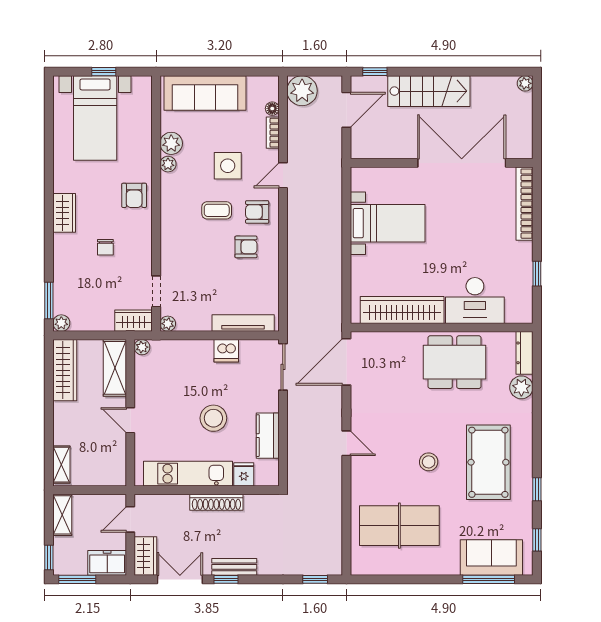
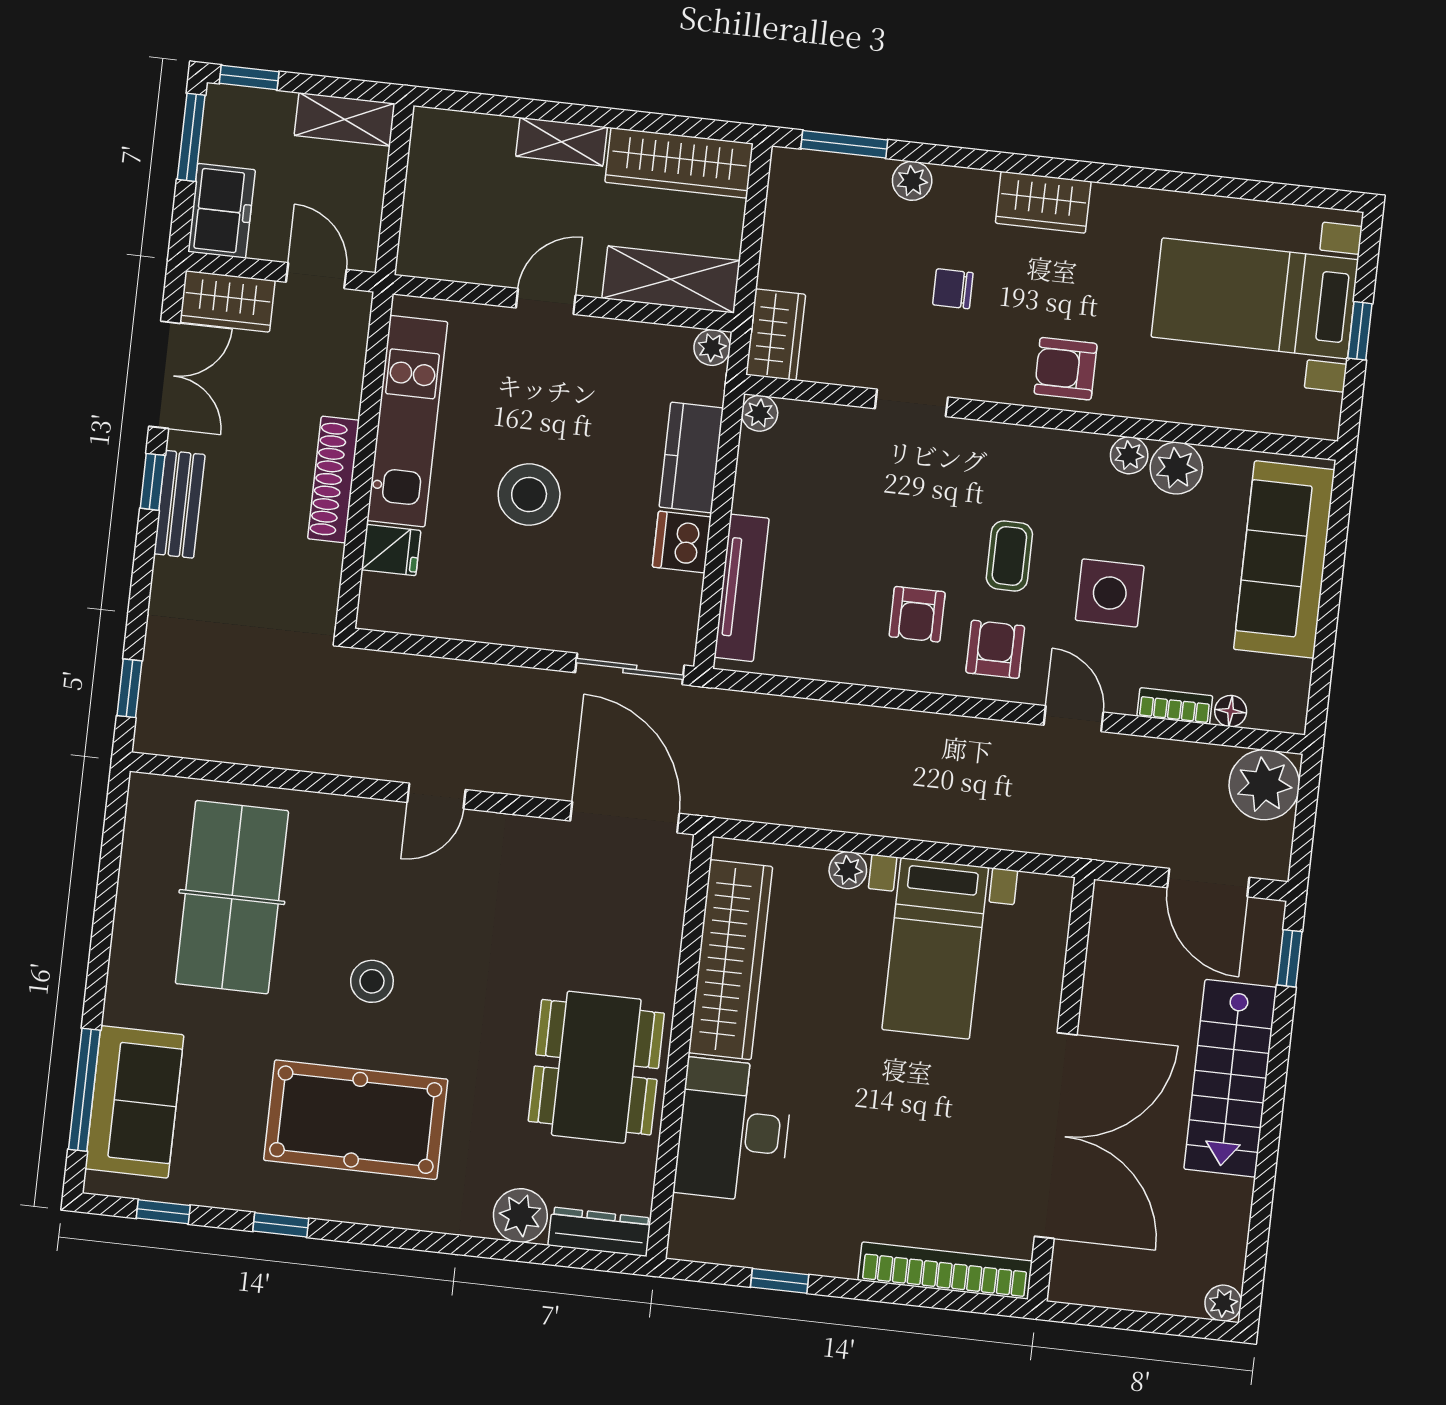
plant: (358, 264) -> (848, 870), added
doorway: (156, 291) -> (911, 403), moved
plant: (61, 323) -> (912, 181), moved
kitchen counter: (268, 436) -> (691, 457), moved, turned -90
shelving: (61, 465) -> (562, 142), moved

